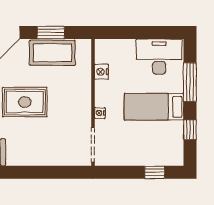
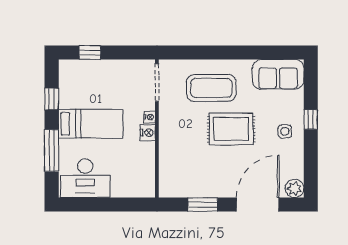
coffee table: (52, 53) -> (211, 88), moved
nightstand: (102, 72) -> (148, 133), moved

